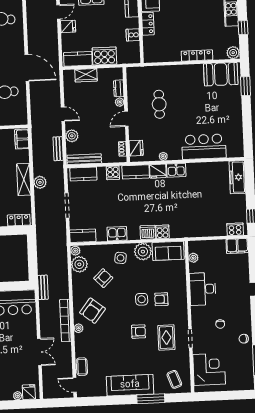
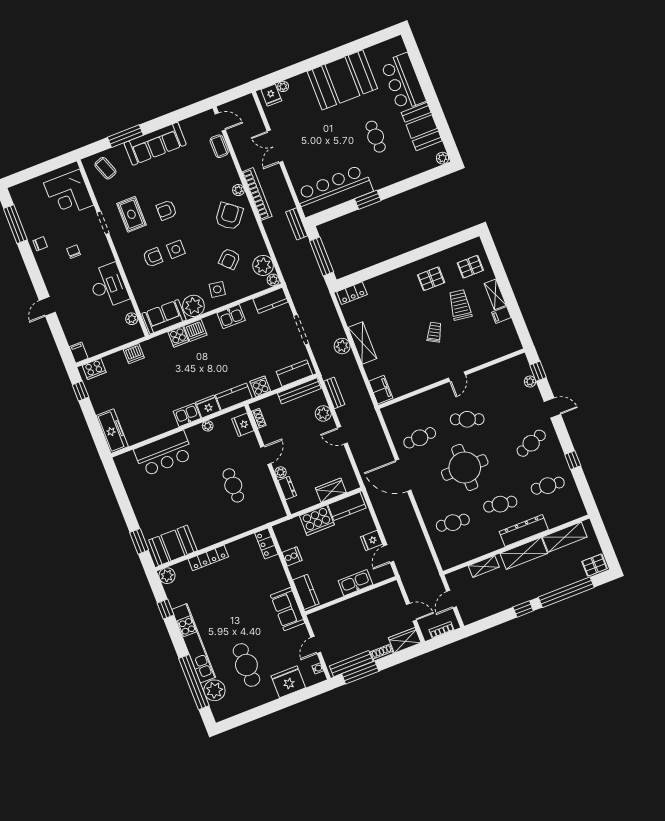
locker: (148, 24) -> (266, 544), moved
dishwasher: (201, 231) -> (134, 354), added
filing cabinet: (237, 246) -> (79, 353), width x0.50
window: (32, 256) -> (322, 256), added

